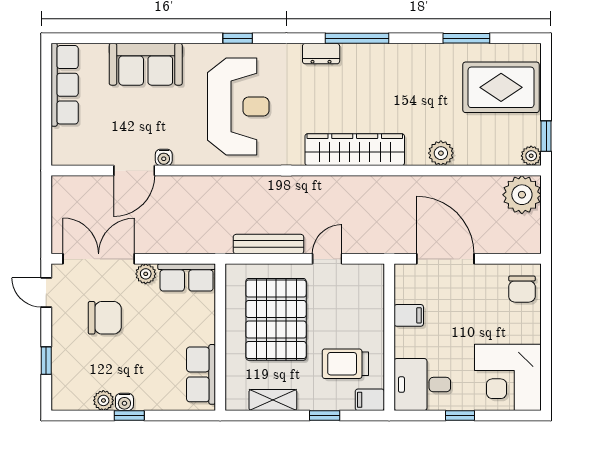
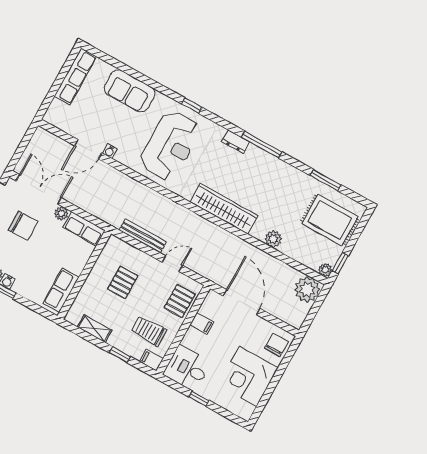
chair: (522, 289) -> (276, 345), turned 180
pallet: (364, 302) -> (180, 301), added
pallet: (276, 319) -> (123, 282), width x0.49, depth x0.50
corner desk: (508, 377) -> (248, 376), moved

